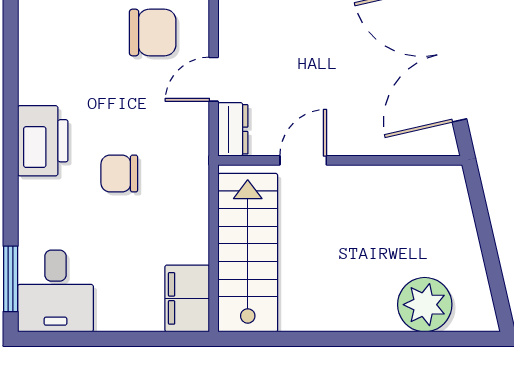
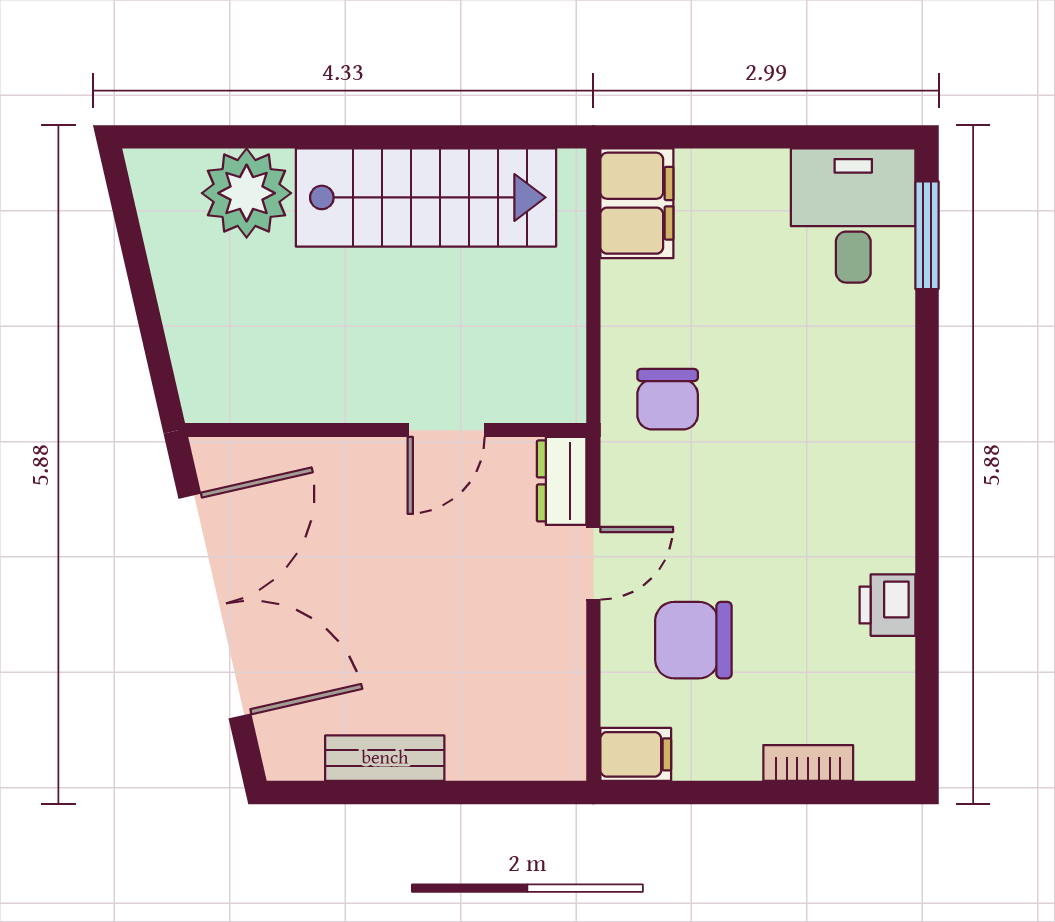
printer: (43, 141) -> (887, 605), moved, width x0.53, depth x0.68
chair: (119, 174) -> (668, 399), moved, turned 90
stairs: (248, 253) -> (426, 197), moved, turned -90

